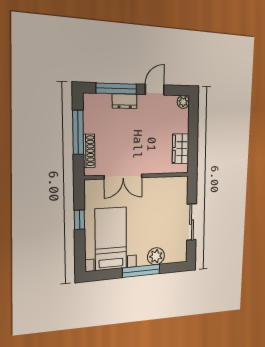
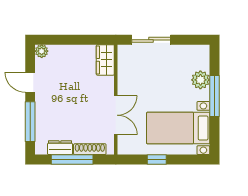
dresser: (125, 101) -> (60, 148), moved, turned -90
wardrobe: (181, 149) -> (105, 60), moved, turned 90
sliding door: (192, 222) -> (151, 40), moved

